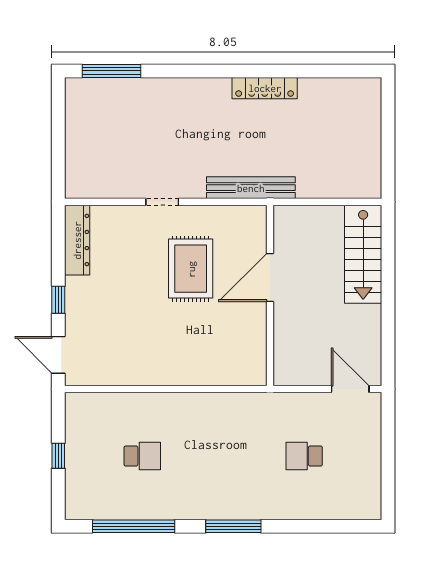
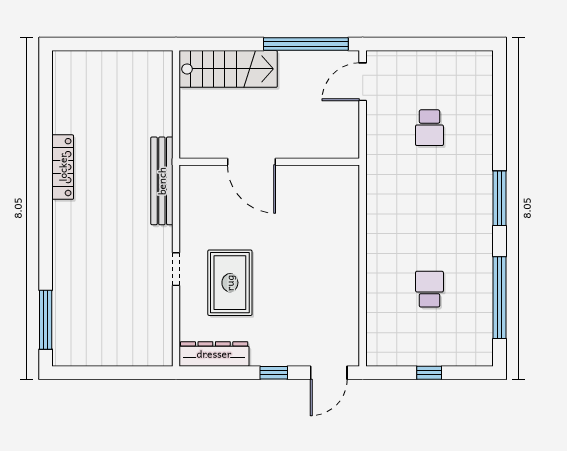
rug: (191, 269) -> (230, 283), moved, turned 90
window: (388, 332) -> (306, 44), added

